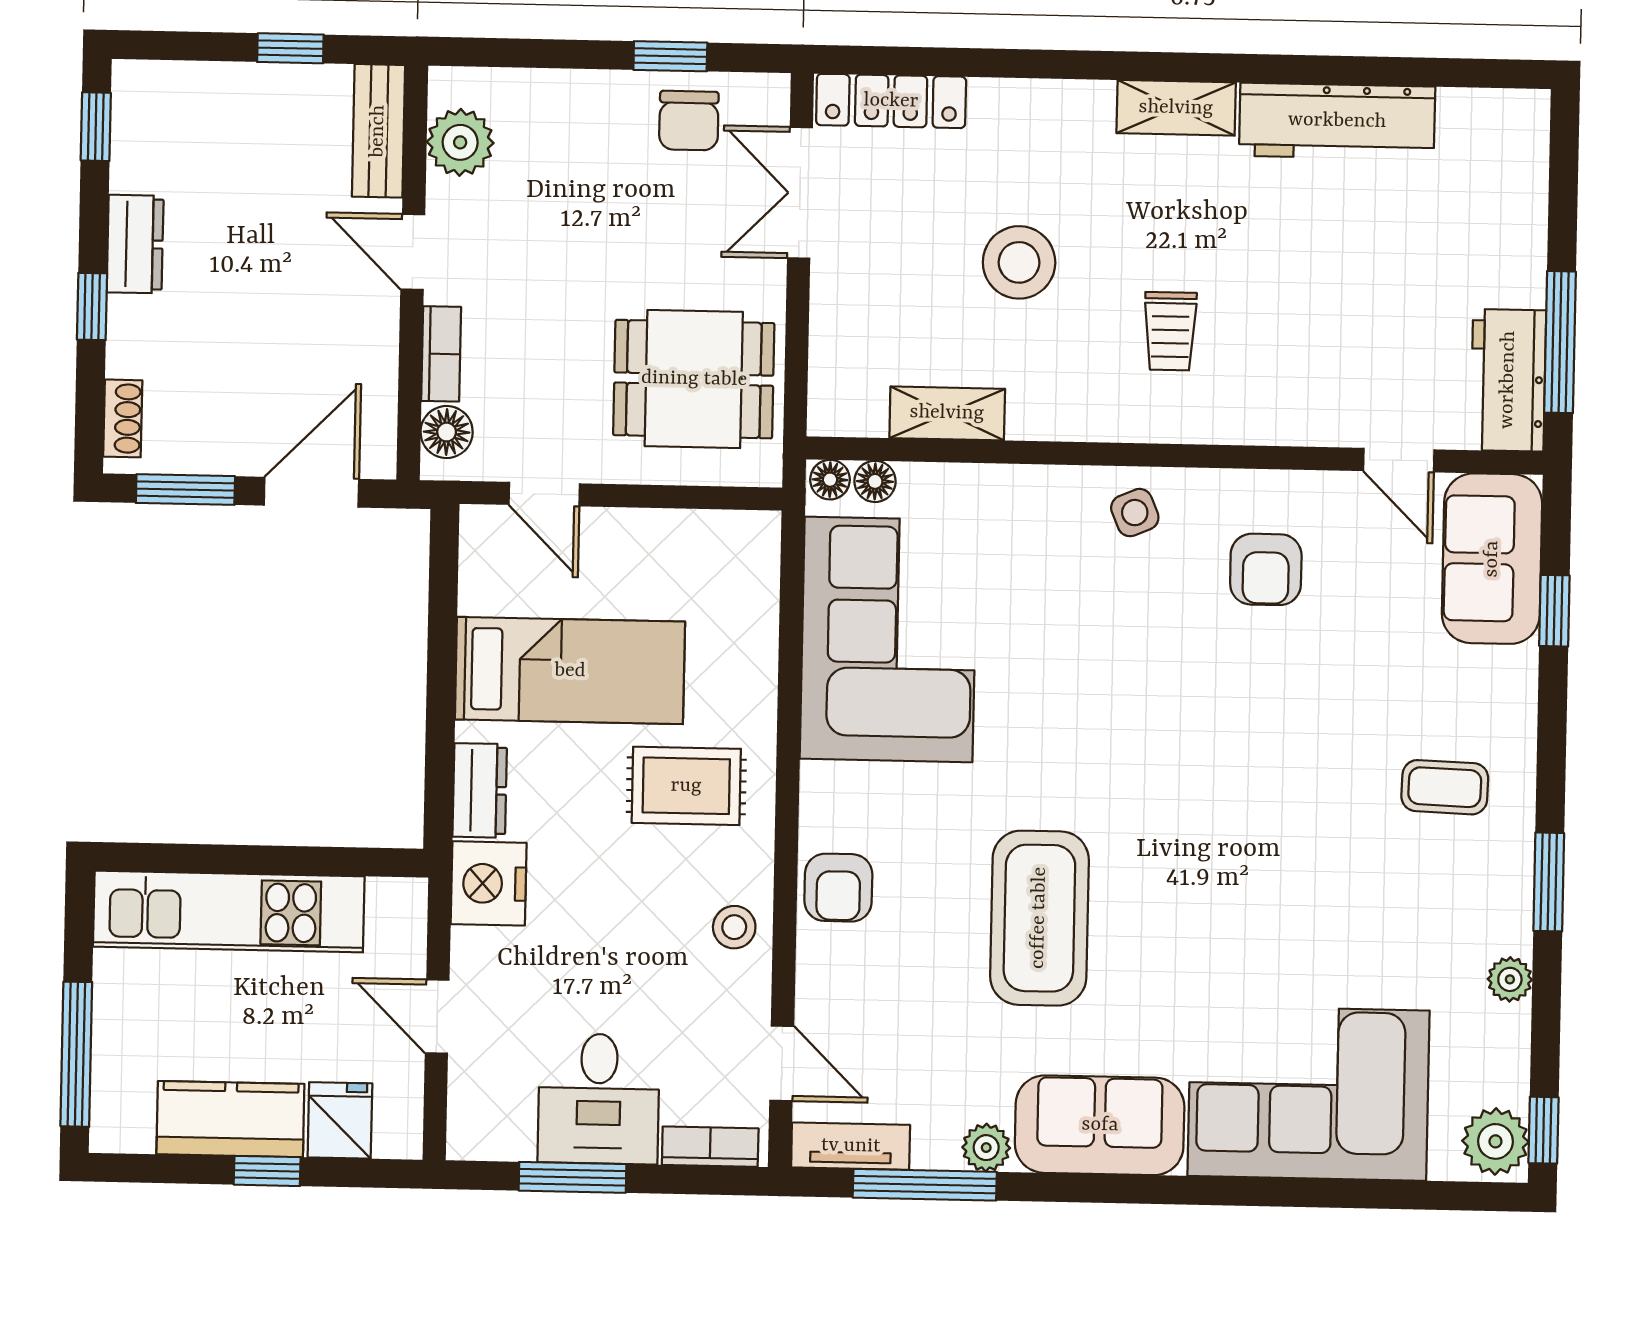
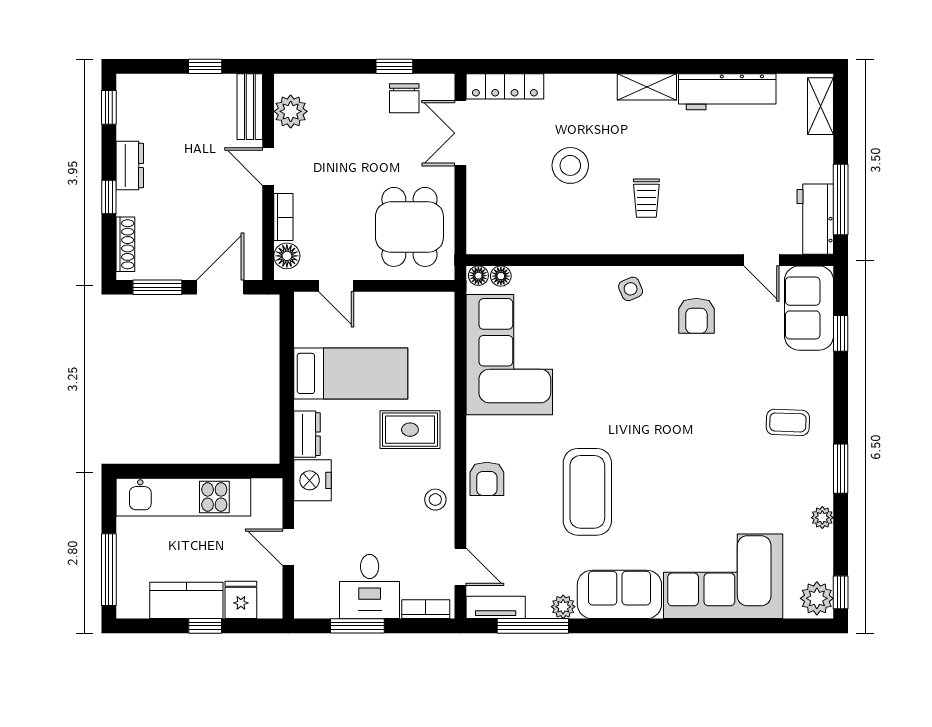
dining table: (694, 379) -> (409, 227), turned 90
shelving: (947, 413) -> (821, 106), moved, turned 90
shoe rack: (123, 418) -> (125, 244), width x1.43

